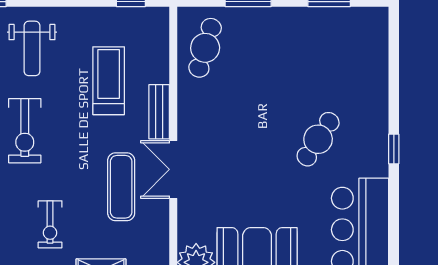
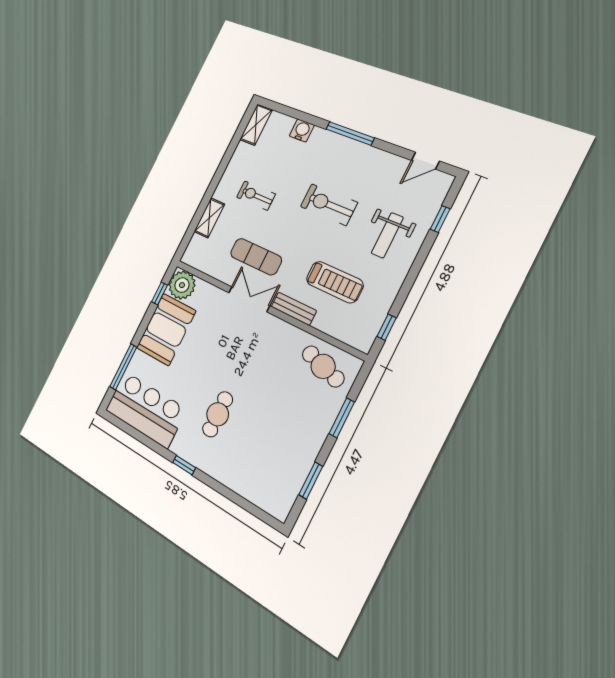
weight bench: (32, 48) -> (387, 235), turned -90
cafe table: (318, 139) -> (218, 414), turned 57

